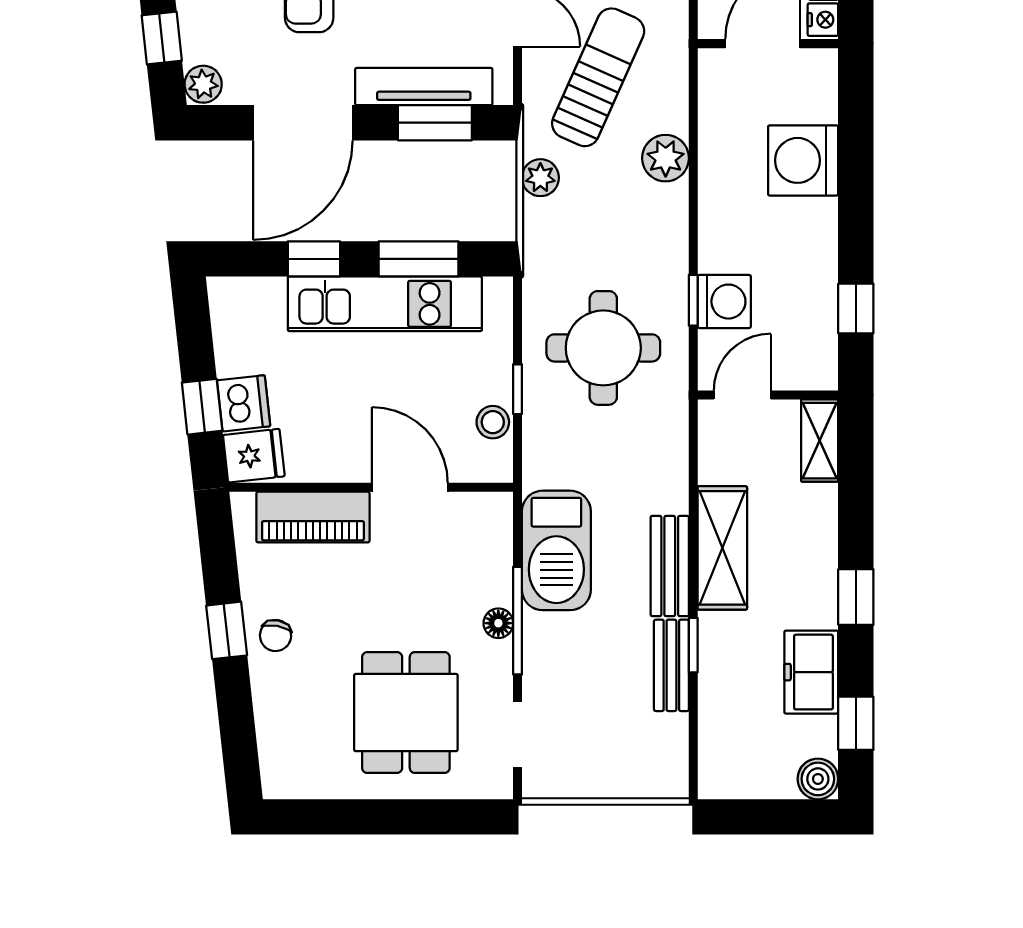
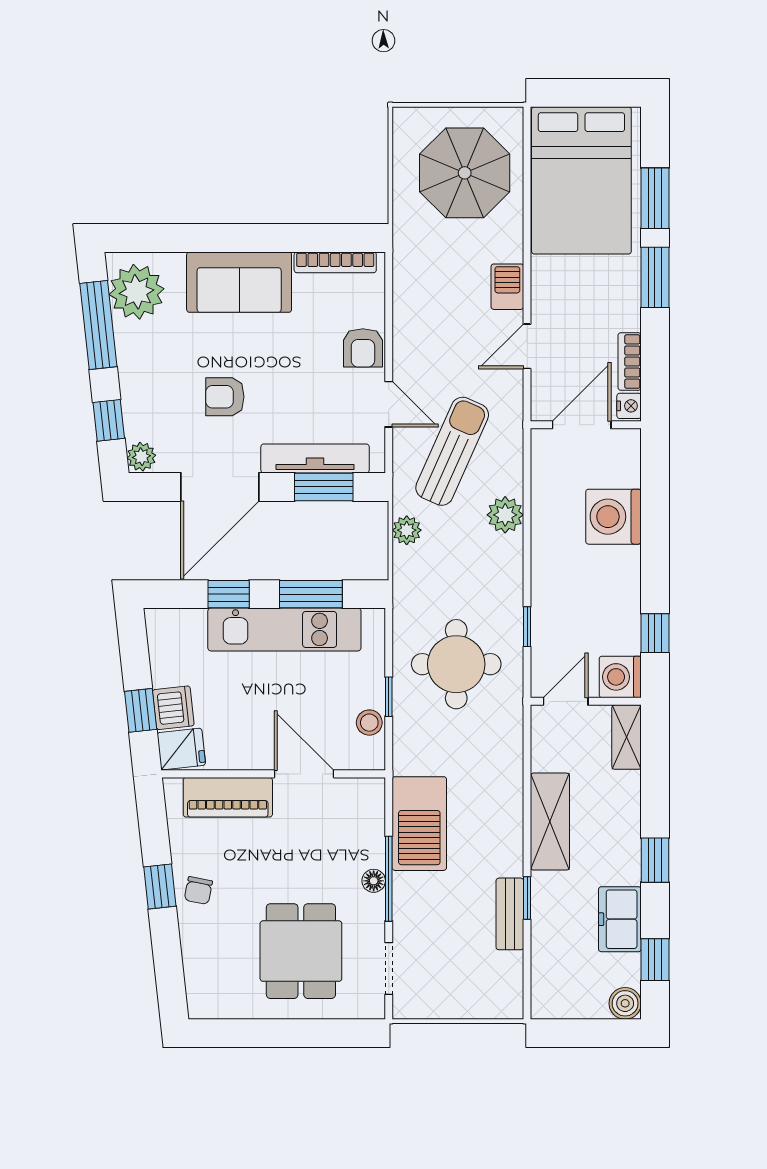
washing machine: (724, 302) -> (620, 677), moved, turned 180
bench: (670, 566) -> (509, 836), removed

